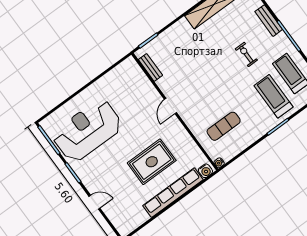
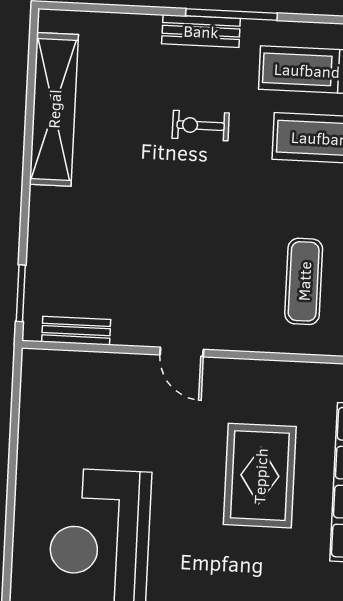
bench: (269, 21) -> (201, 31), moved

